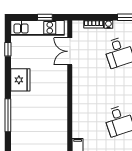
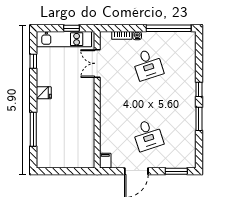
fridge: (20, 80) -> (44, 93), width x0.53, depth x0.75

